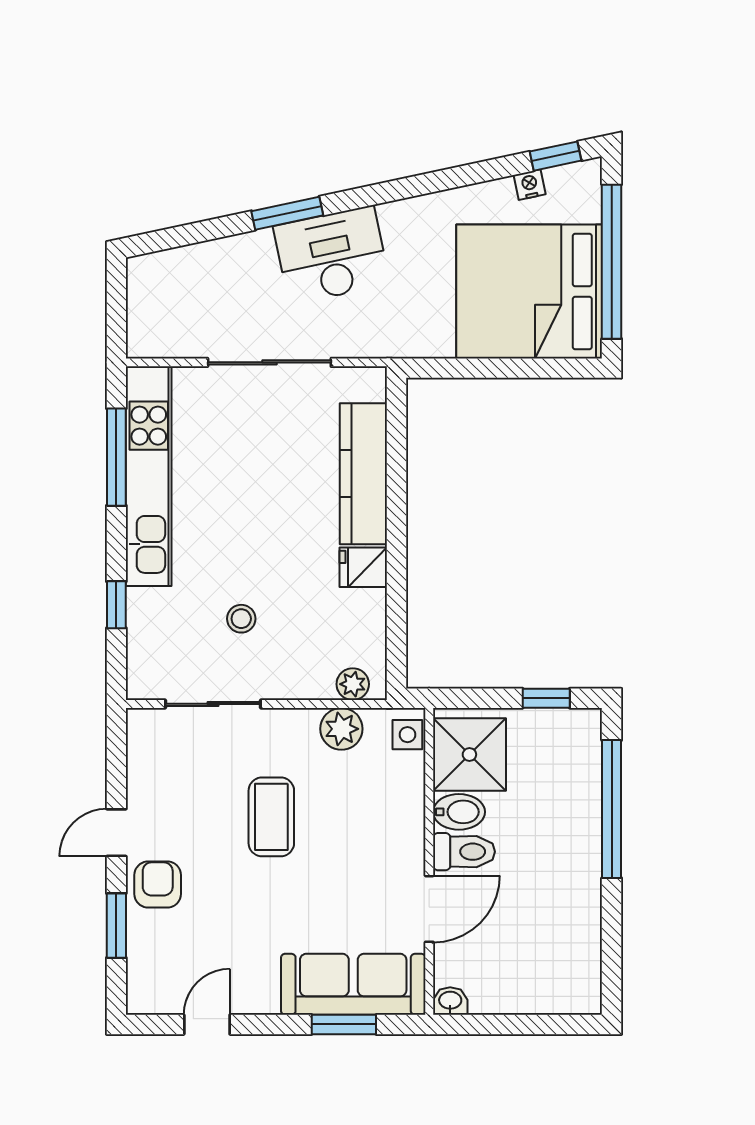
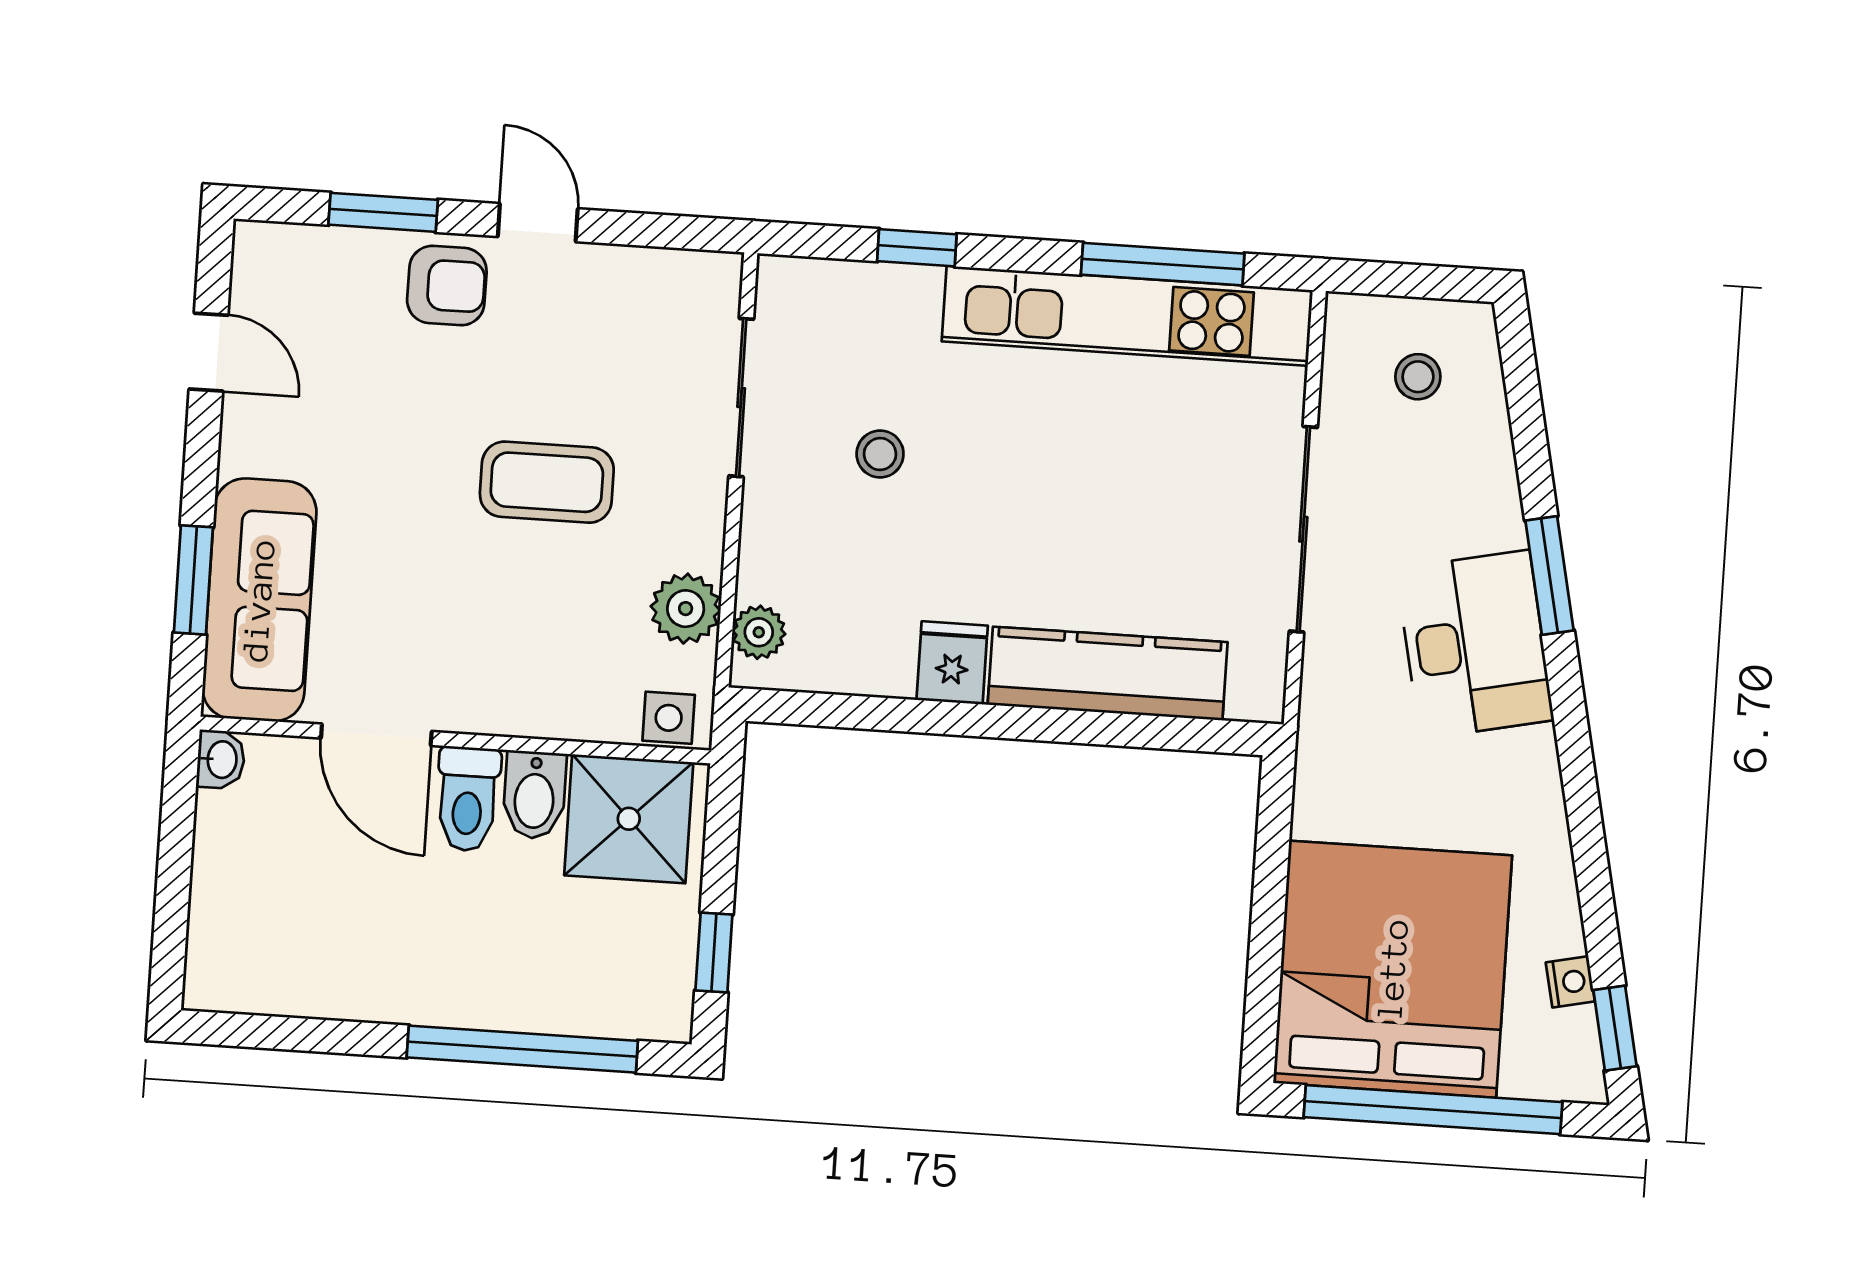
stool: (174, 300) -> (1418, 377), added

